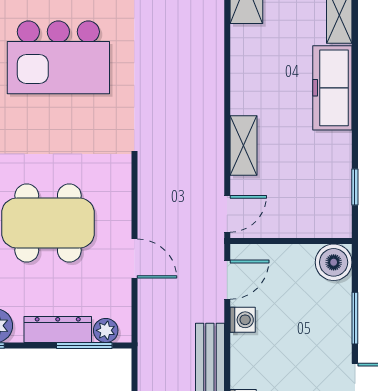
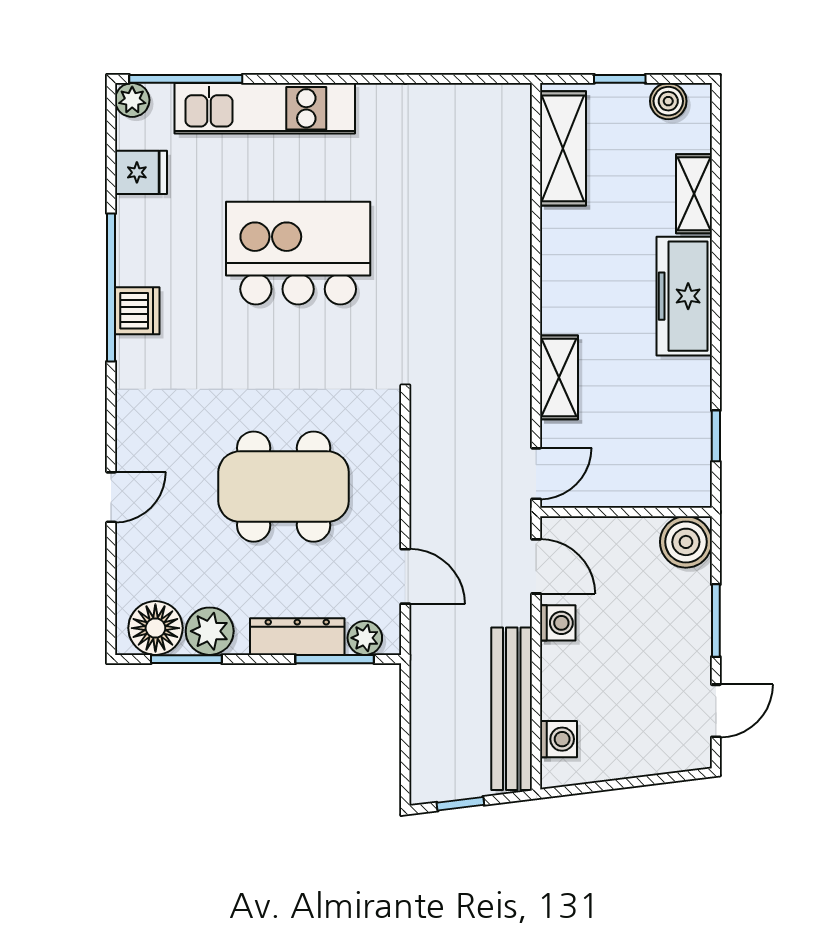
kitchen island: (58, 57) -> (298, 253), turned 180
door: (134, 259) -> (405, 576), moved
door: (227, 280) -> (536, 566), hinge flipped

